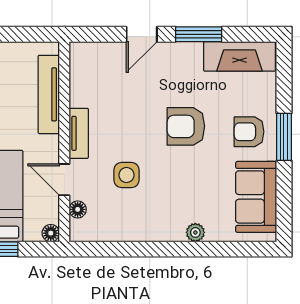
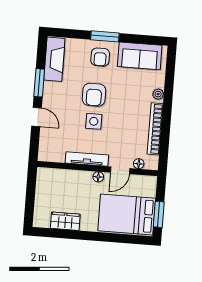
tv unit: (49, 94) -> (68, 176), removed
tv unit: (79, 133) -> (87, 159), width x1.41
side table: (126, 175) -> (94, 121), moved
bookcase: (137, 232) -> (155, 129), added
floor lamp: (51, 233) -> (98, 177), moved

